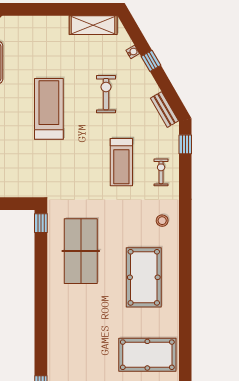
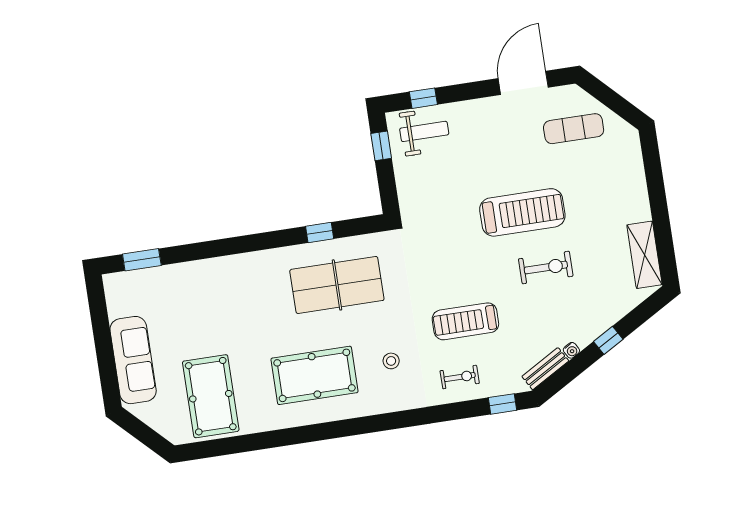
water cooler: (133, 52) -> (571, 350), moved
exercise bike: (106, 94) -> (546, 267), moved
stool: (162, 221) -> (391, 361), moved
window: (41, 223) -> (320, 232), moved

